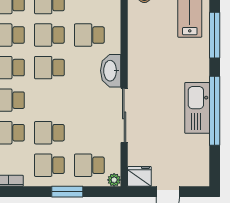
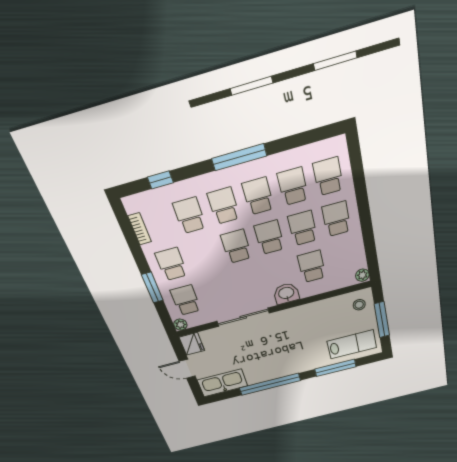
washbasin: (111, 71) -> (286, 293), width x0.72
kitchen sink: (197, 108) -> (223, 383), moved
school desk: (49, 133) -> (236, 246), moved

